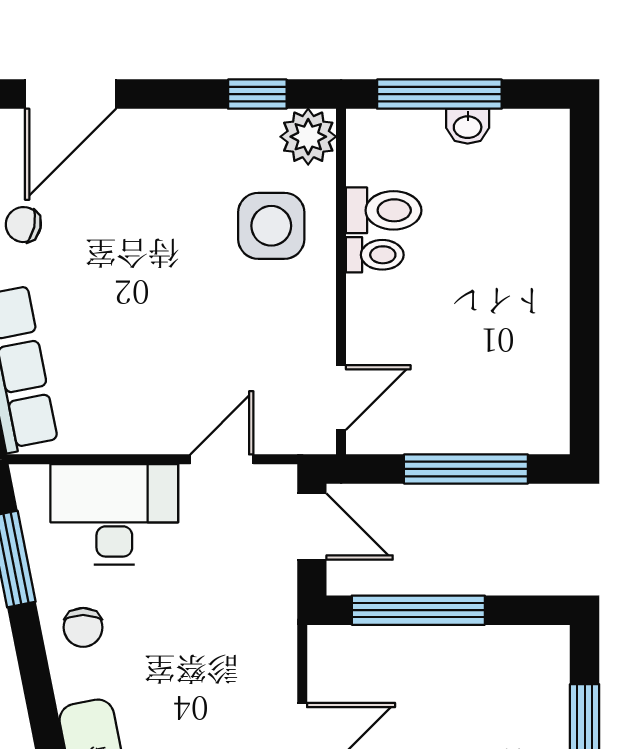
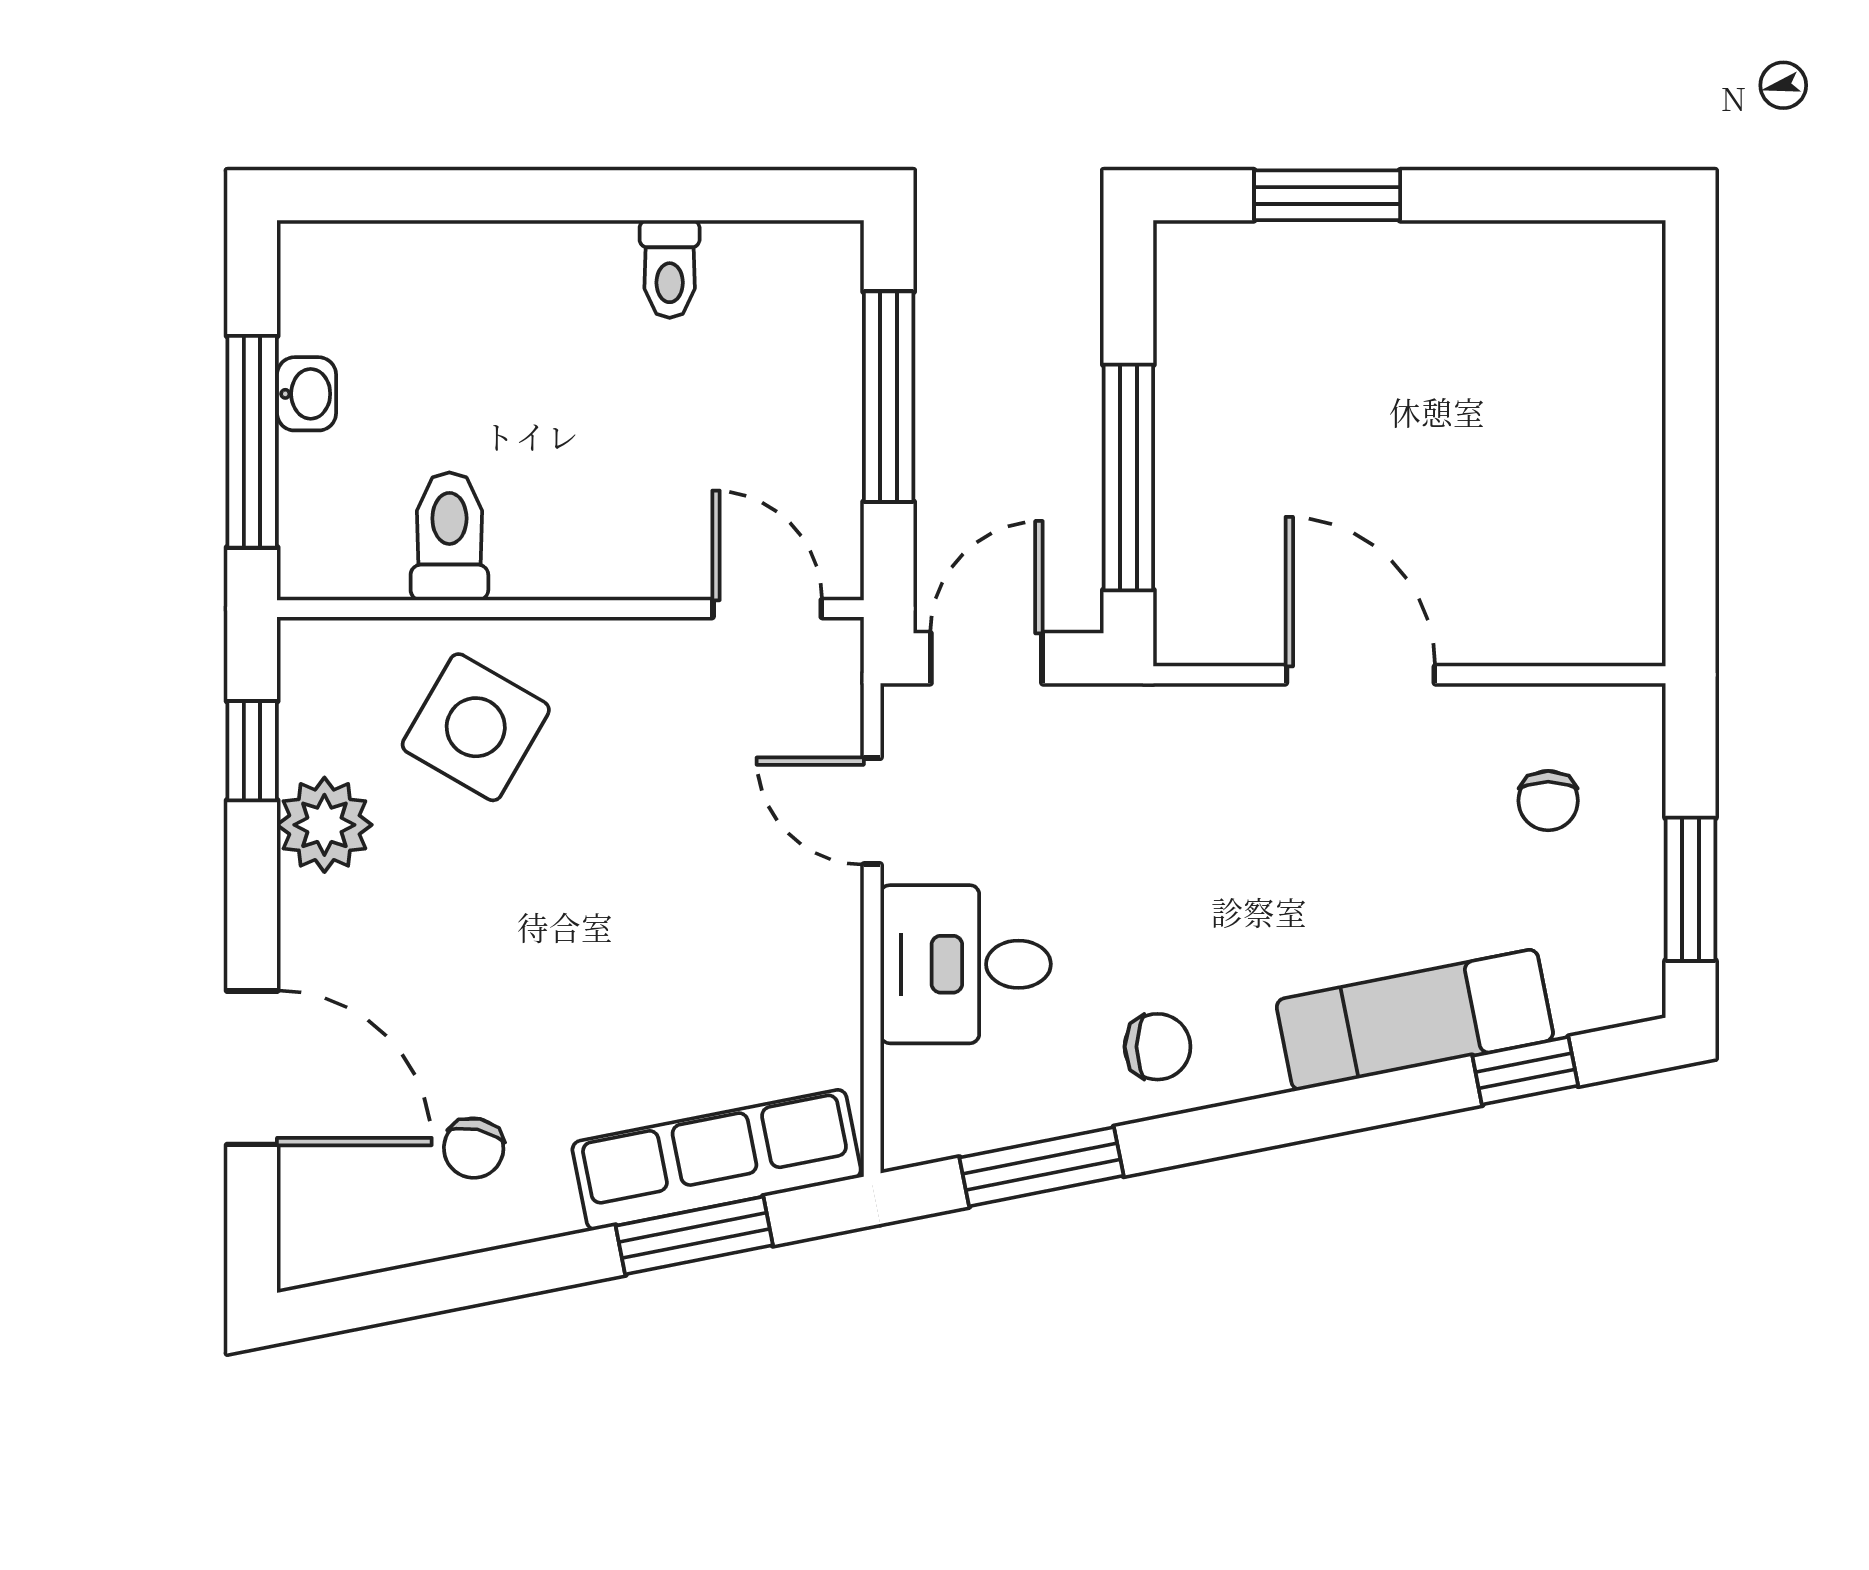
plant: (308, 137) -> (324, 825), moved
side table: (271, 226) -> (476, 727), turned 30
toilet: (375, 255) -> (670, 269), moved, turned 180
desk: (114, 514) -> (966, 964), width x0.73

